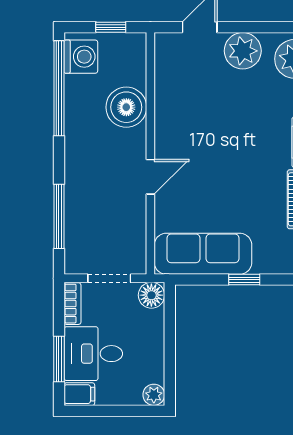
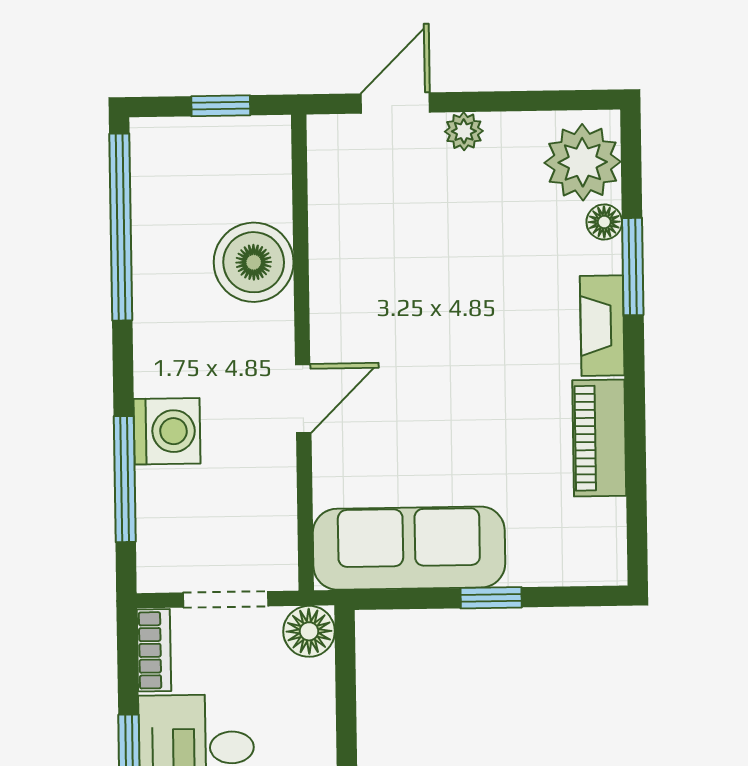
plant: (243, 51) -> (464, 131), width x0.53, depth x0.53
washing machine: (81, 57) -> (167, 431), moved

